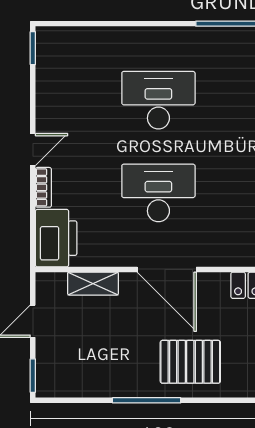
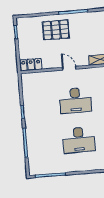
door: (167, 270) -> (69, 68), width x0.53

